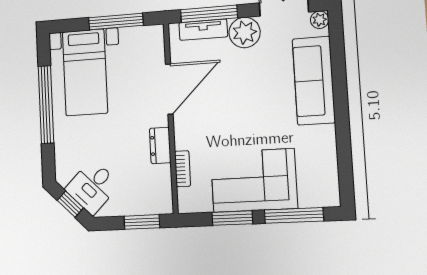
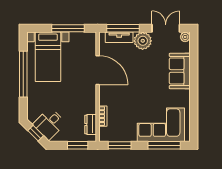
sofa: (314, 81) -> (180, 71), width x0.73
door: (169, 89) -> (98, 70), hinge flipped
dresser: (160, 145) -> (91, 124), moved
corner sofa: (254, 180) -> (161, 125), moved
window: (232, 218) -> (120, 145), moved

